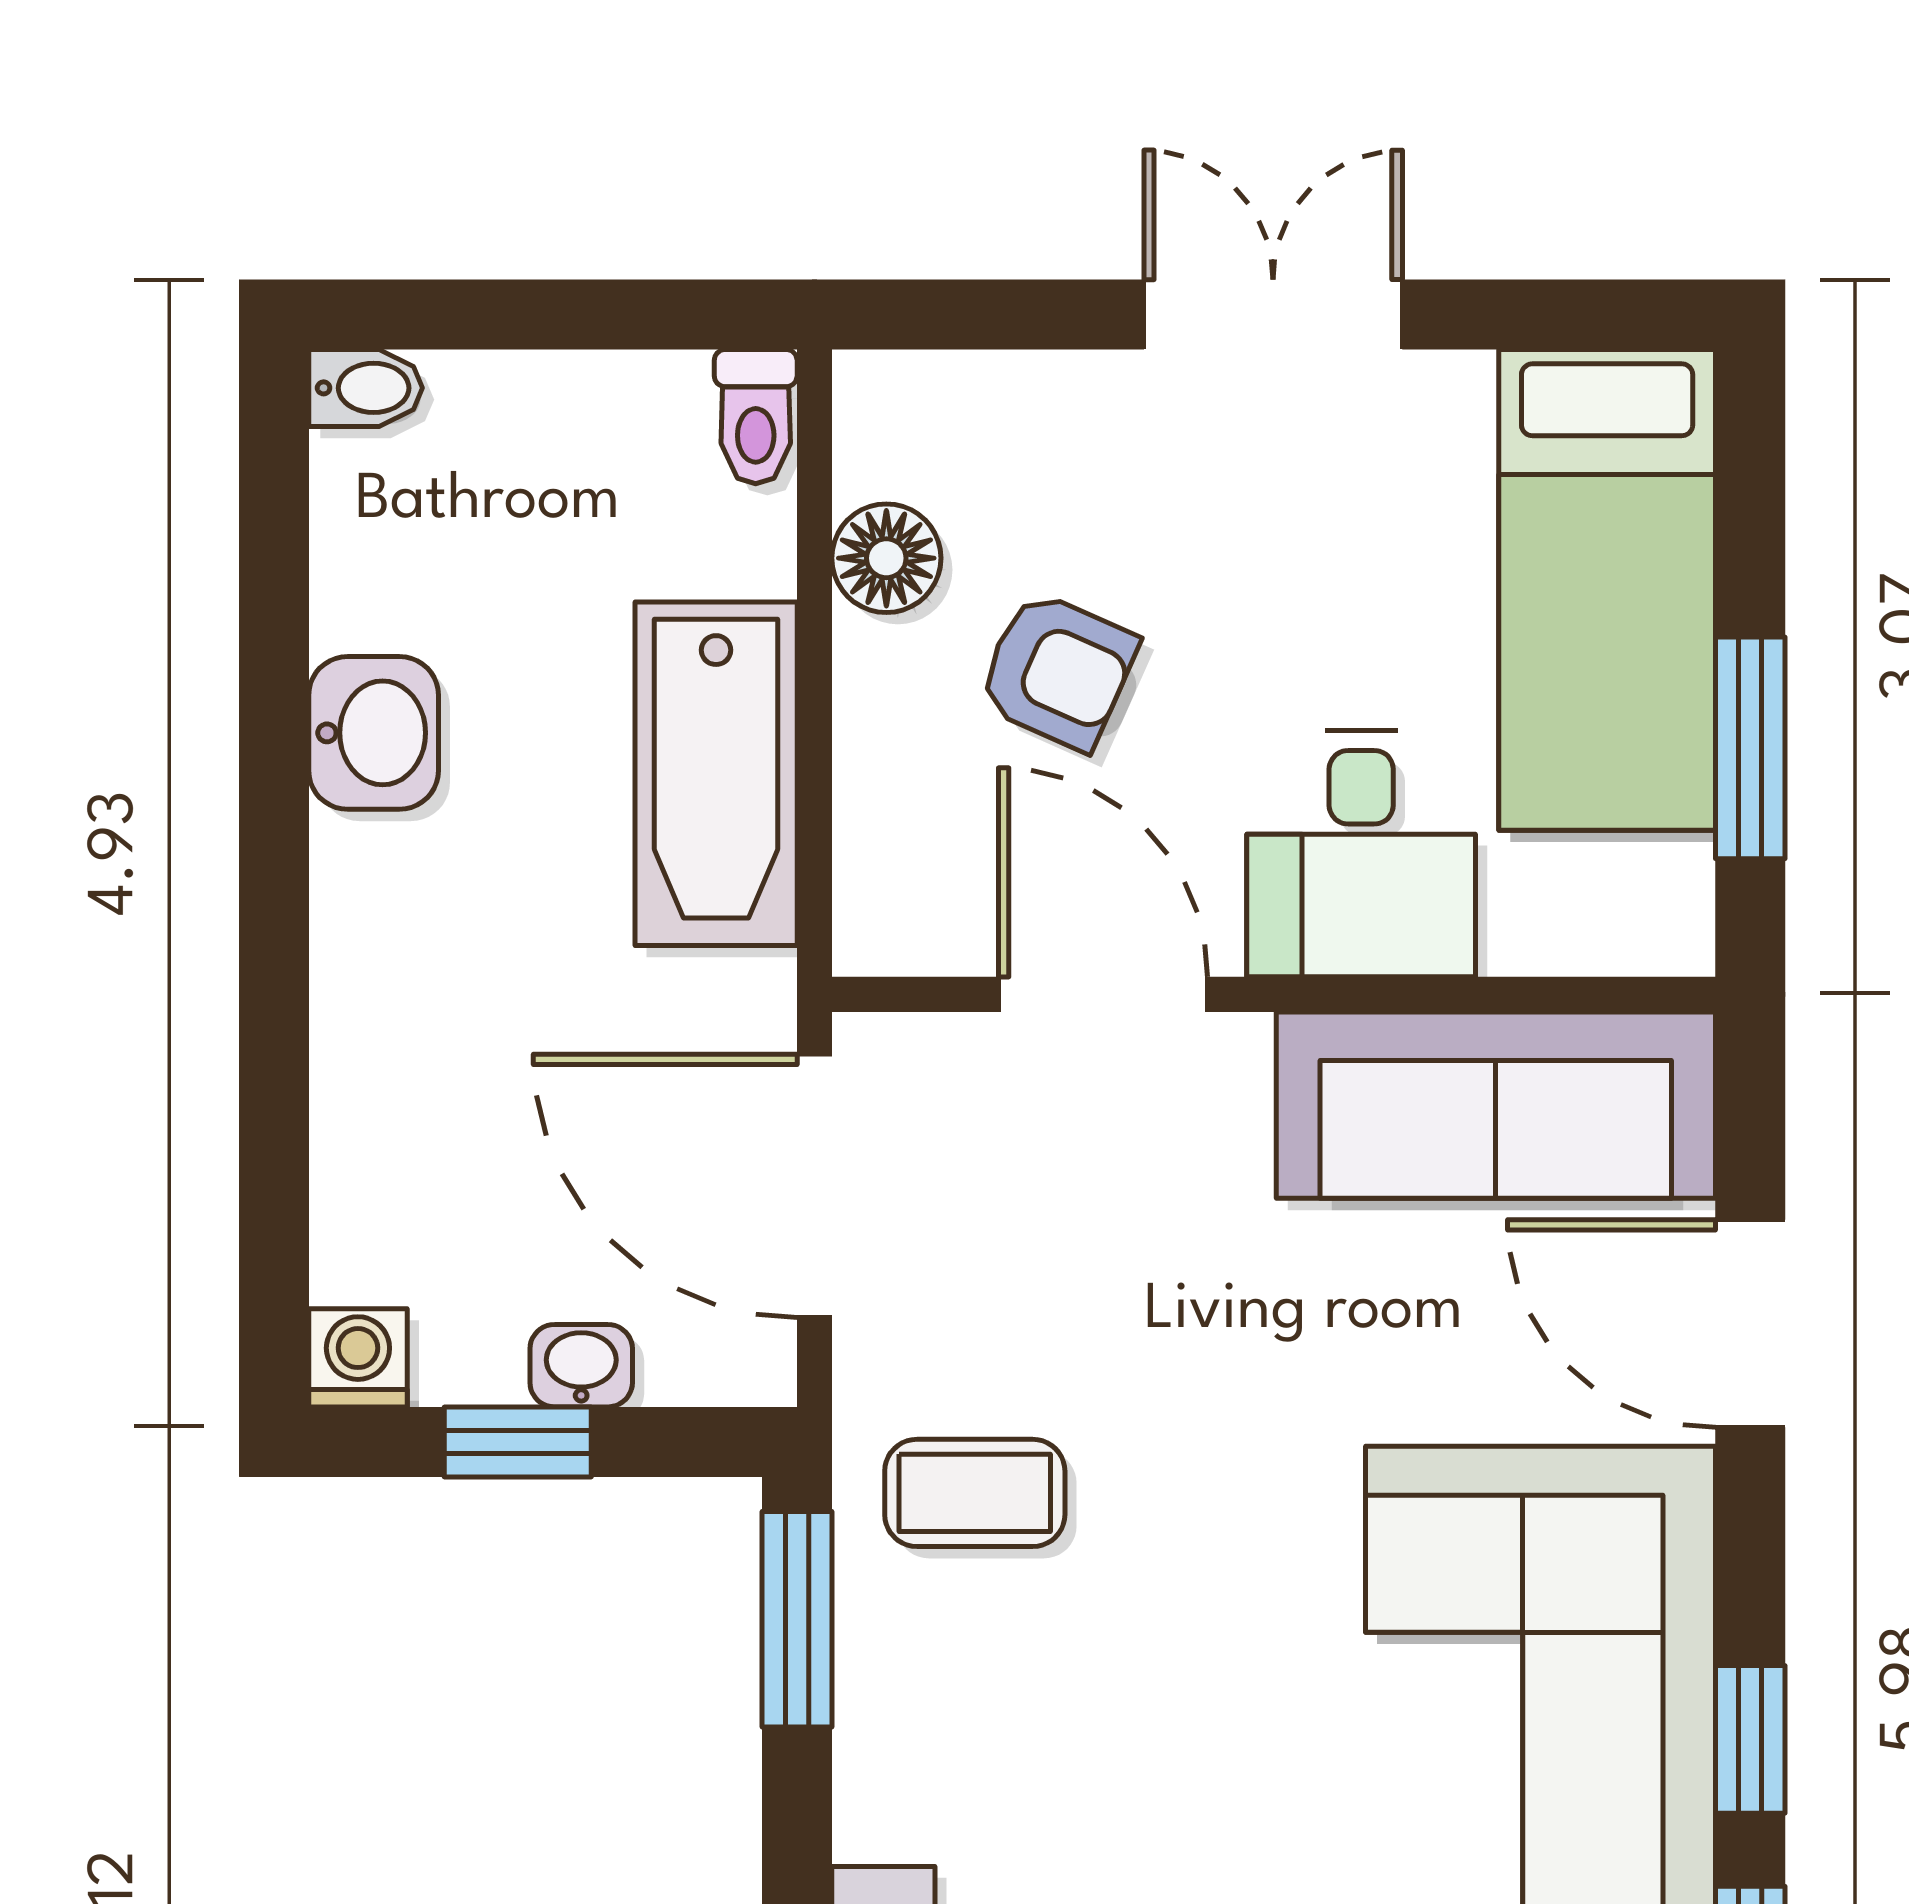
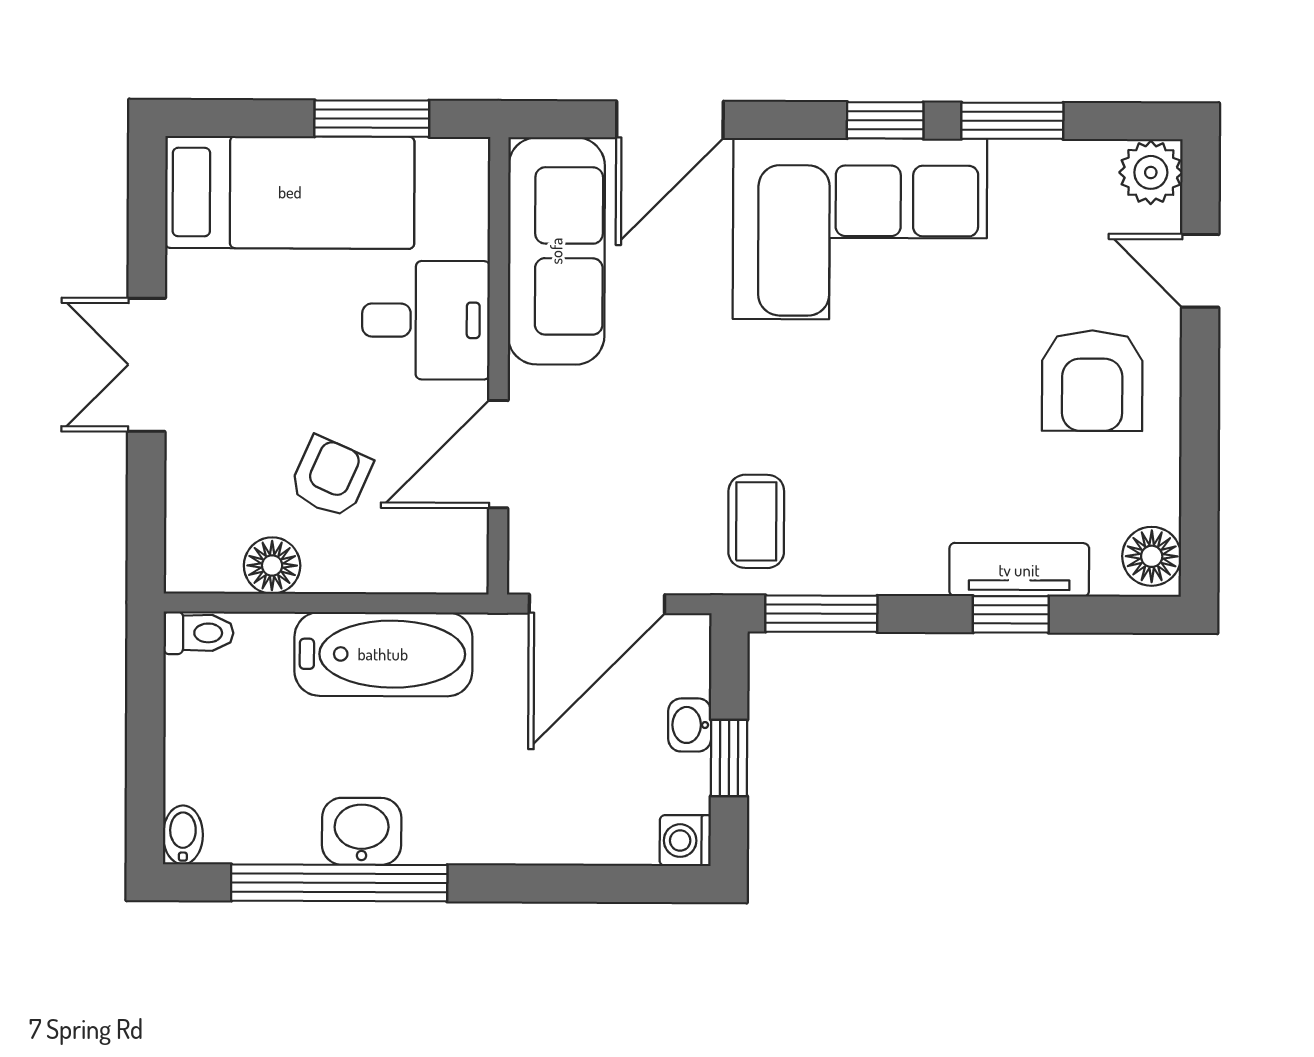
window: (274, 690) -> (339, 883), added

